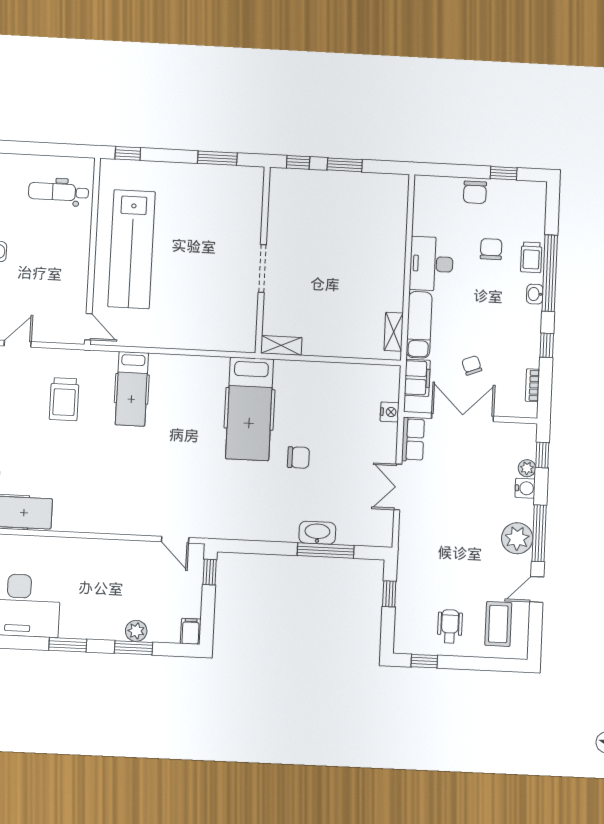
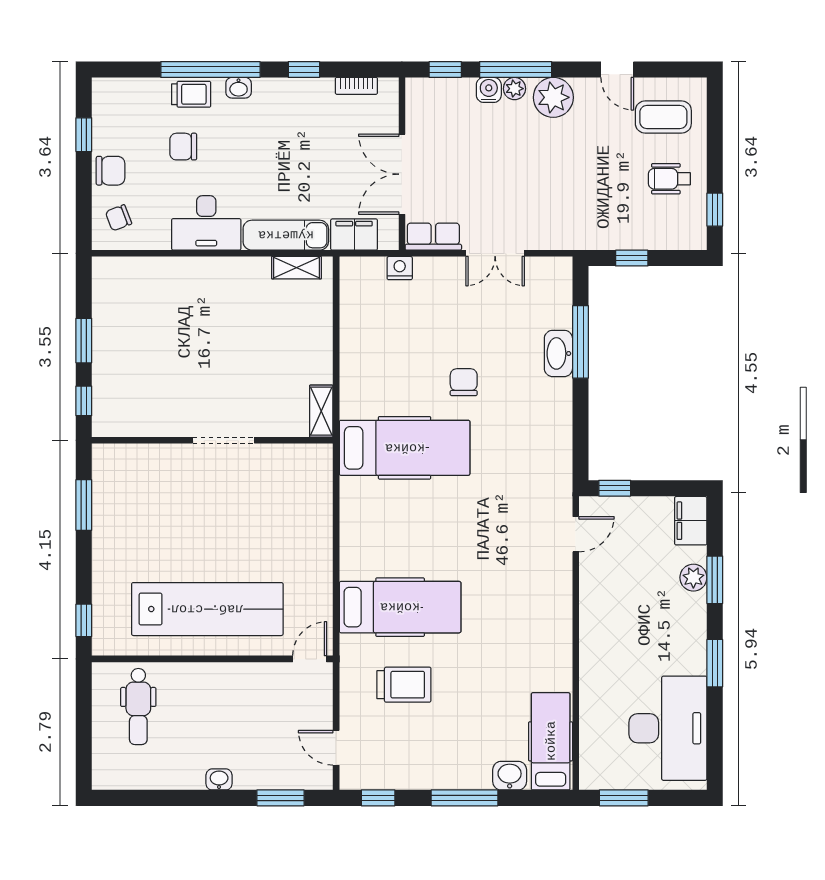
chair: (472, 365) -> (119, 218), moved
hospital bed: (132, 389) -> (400, 607), width x1.37, depth x1.29
plant: (527, 468) -> (514, 89), moved
window: (539, 533) -> (516, 70), moved
filing cabinet: (191, 631) -> (691, 521), width x2.00

